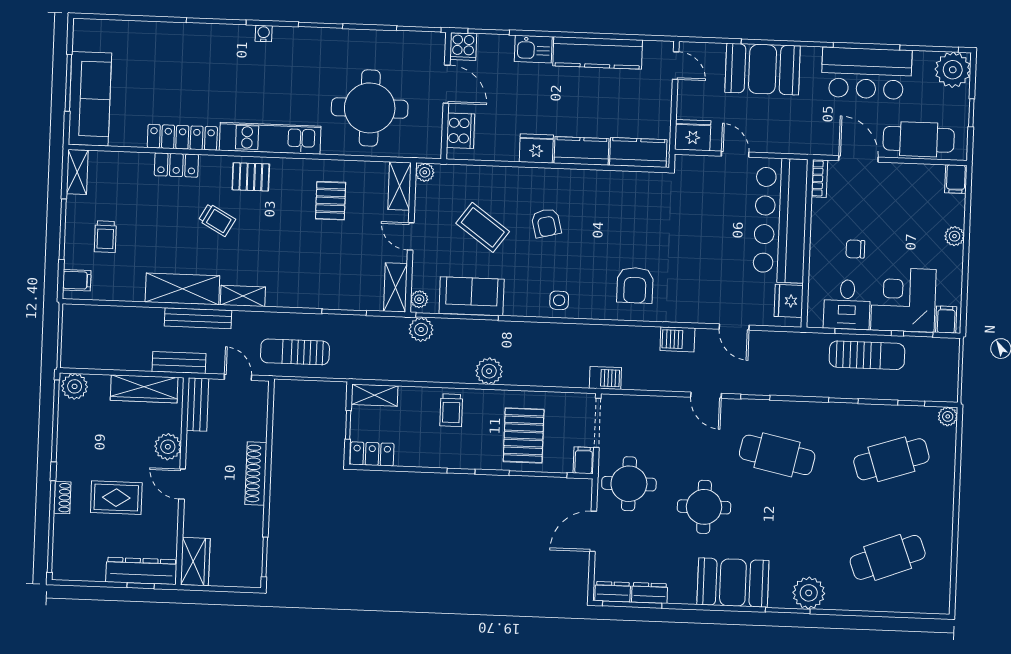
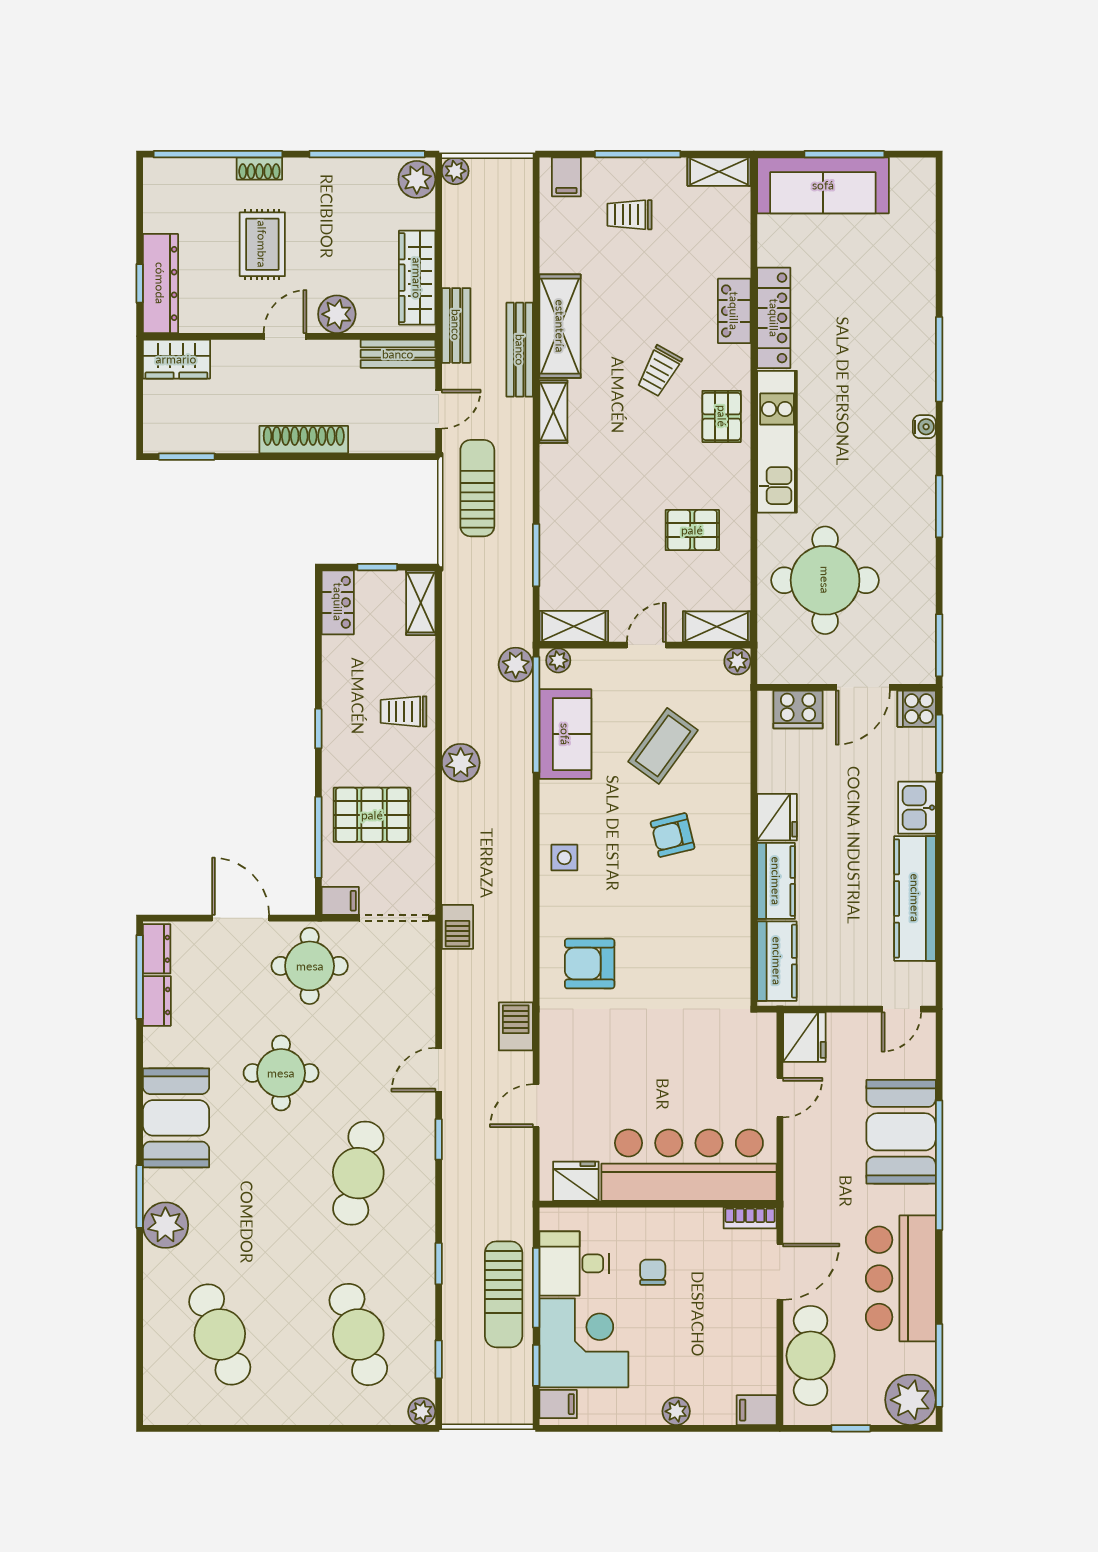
plant: (70, 359) -> (455, 171), added

